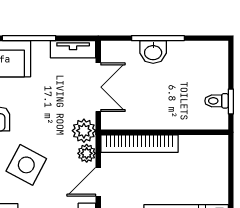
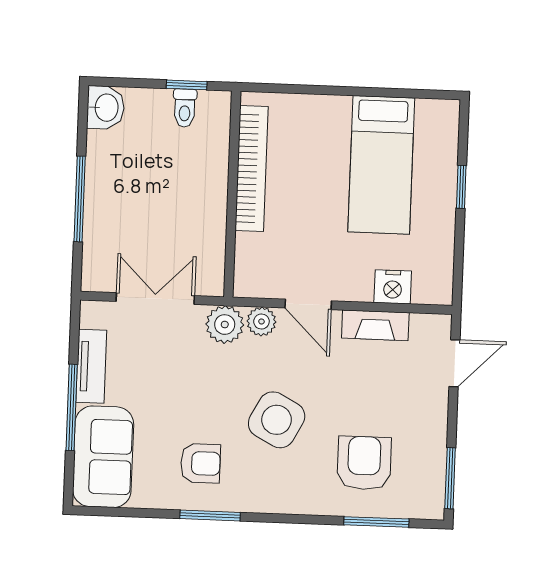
tv unit: (73, 49) -> (91, 366), moved
washbasin: (153, 52) -> (106, 108), moved
bookcase: (140, 144) -> (252, 168), moved

